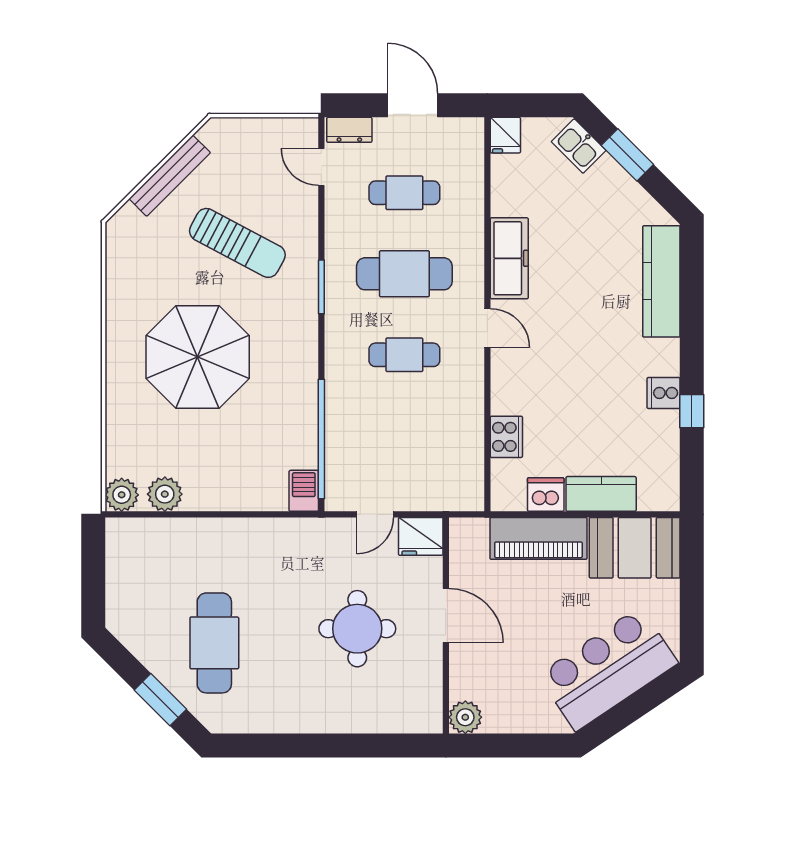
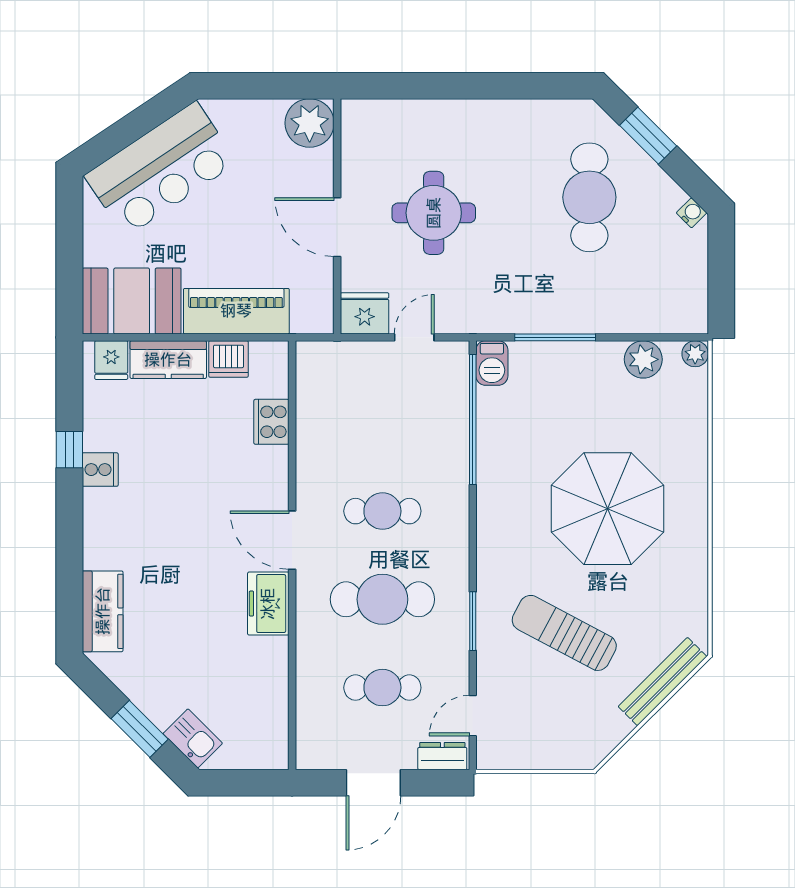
door: (413, 105) -> (373, 783), hinge flipped
fridge: (505, 135) -> (111, 360), moved, turned 180
door: (321, 167) -> (473, 716), swing flipped
bench: (170, 176) -> (662, 682), moved
freezer: (509, 258) -> (268, 604), width x0.71
kitchen counter: (661, 281) -> (103, 611), width x0.67
window: (321, 287) -> (473, 621), moved
door: (487, 328) -> (292, 540), width x1.37
plant: (122, 495) -> (695, 354), width x0.73, depth x0.73
window: (246, 514) -> (555, 337), added
water cooler: (120, 629) -> (692, 213), added
plant: (465, 717) -> (310, 123), width x1.36, depth x1.36

